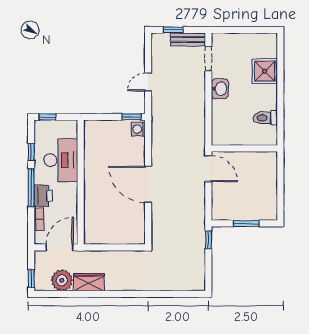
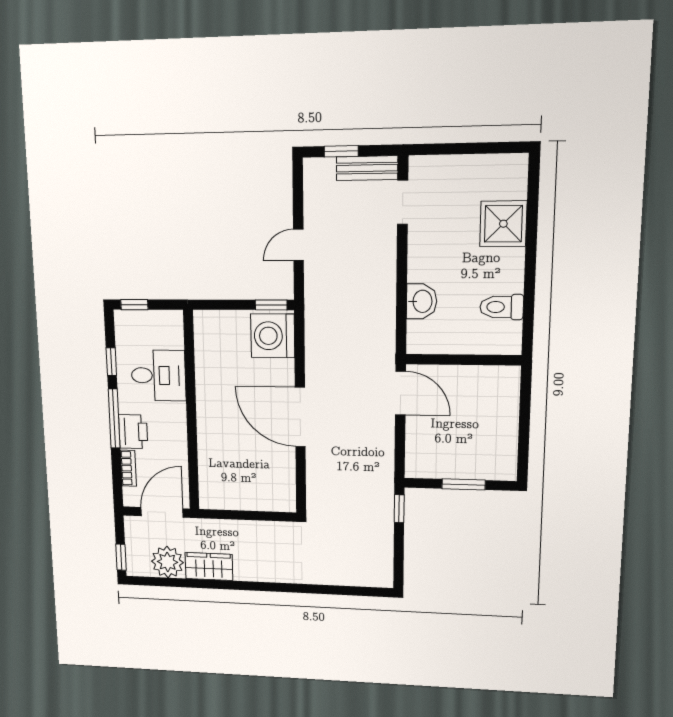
washbasin: (220, 89) -> (422, 301), moved
washing machine: (138, 129) -> (273, 336), width x1.89, depth x1.89
desk: (61, 160) -> (158, 375), width x0.73

